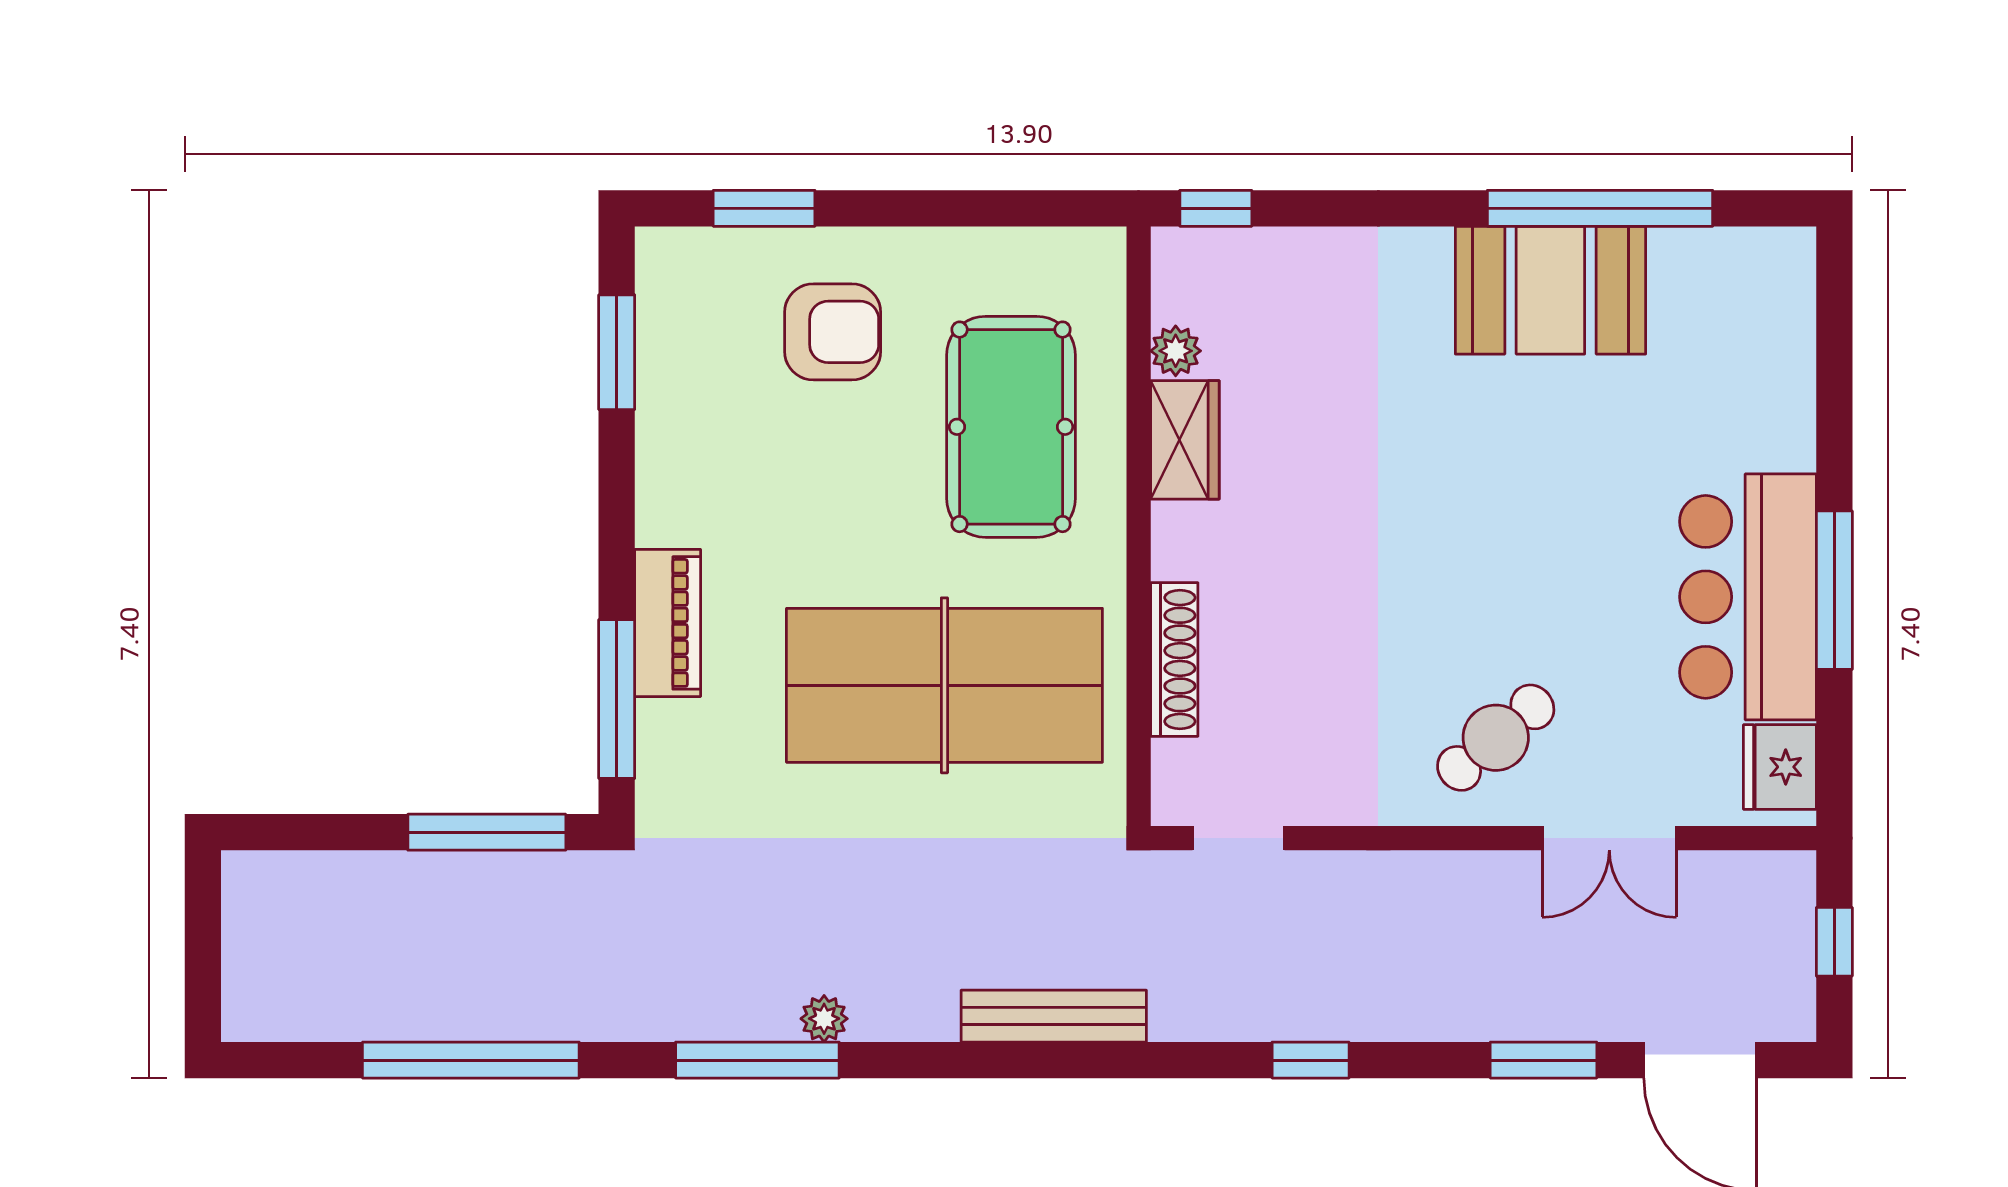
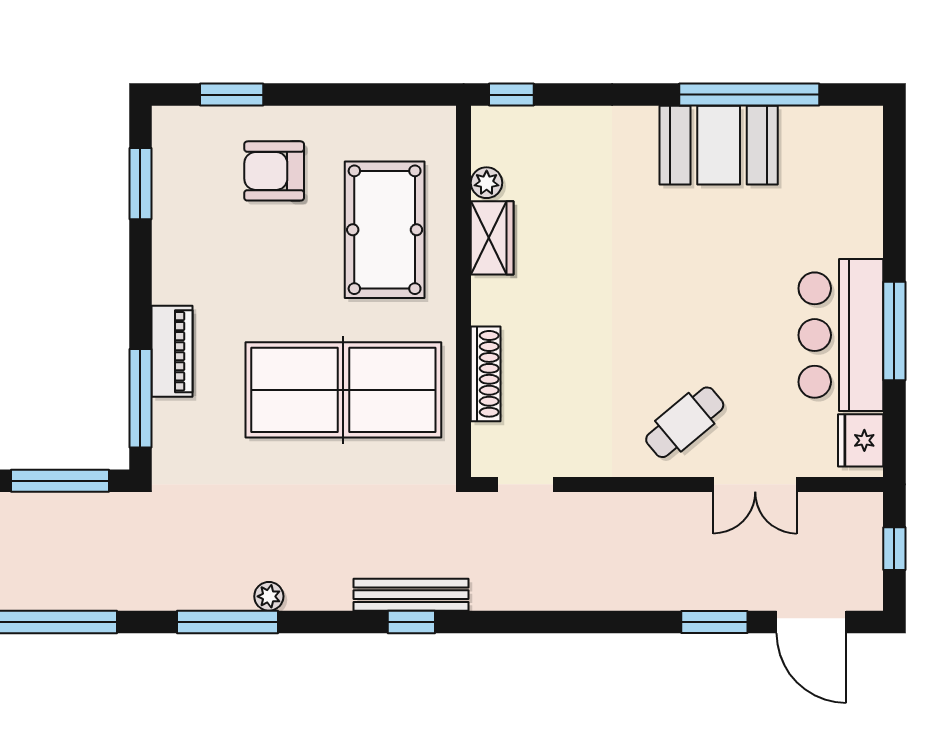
armchair: (833, 332) -> (274, 171), turned 180
window: (1311, 1060) -> (411, 622), moved

